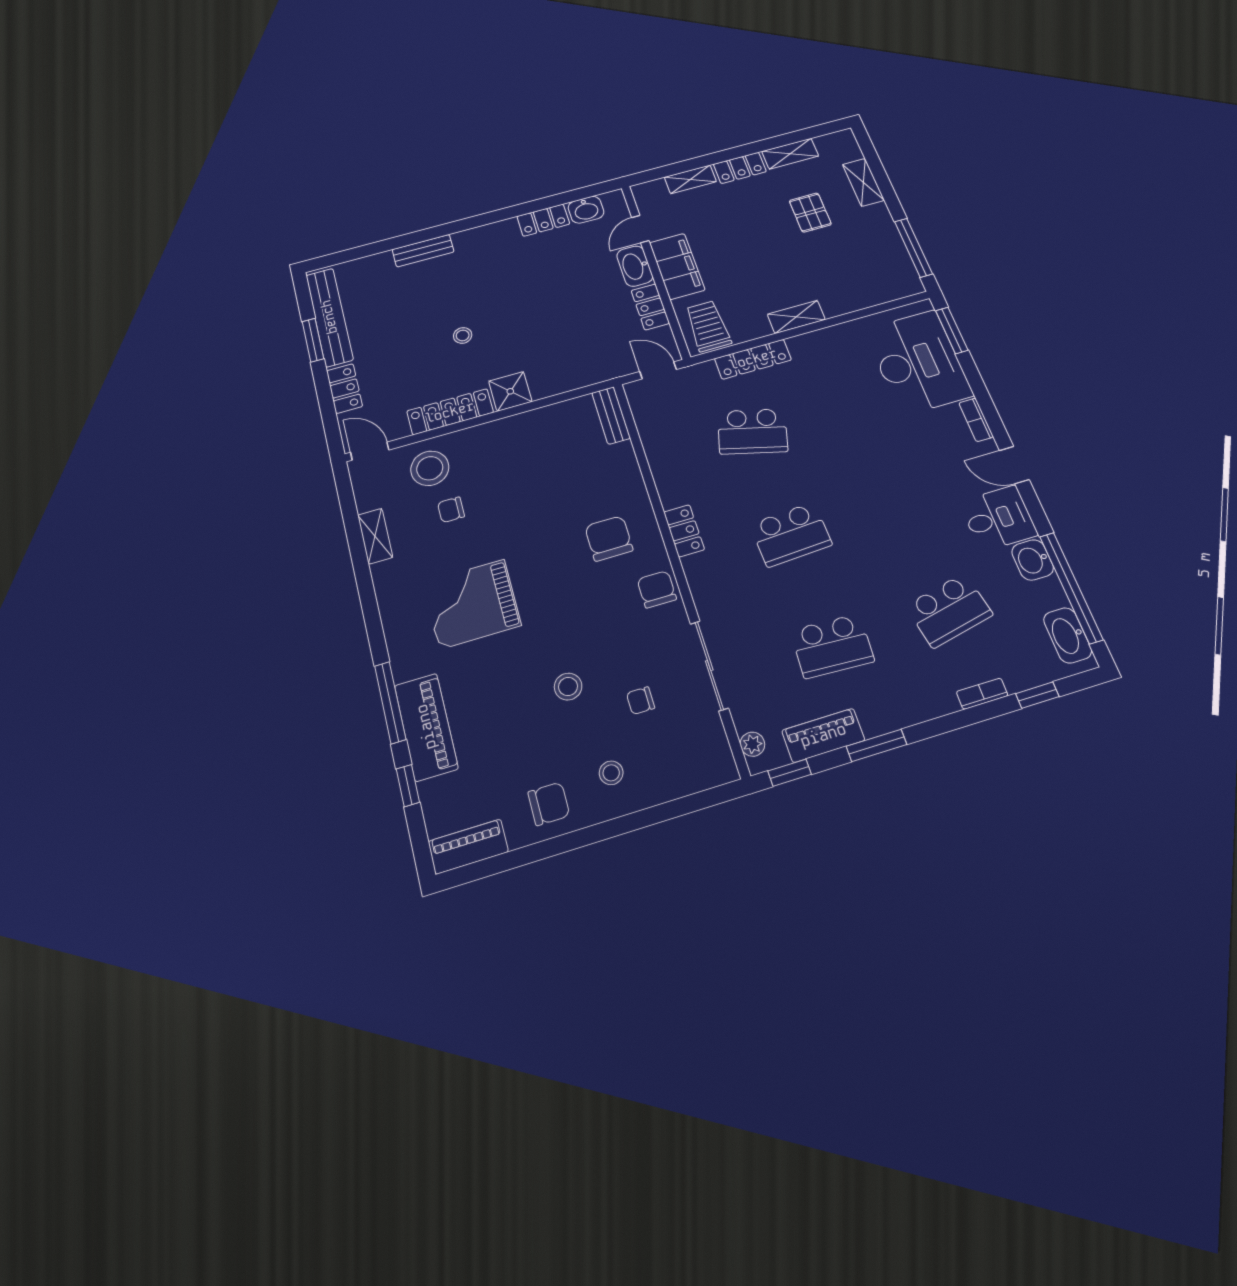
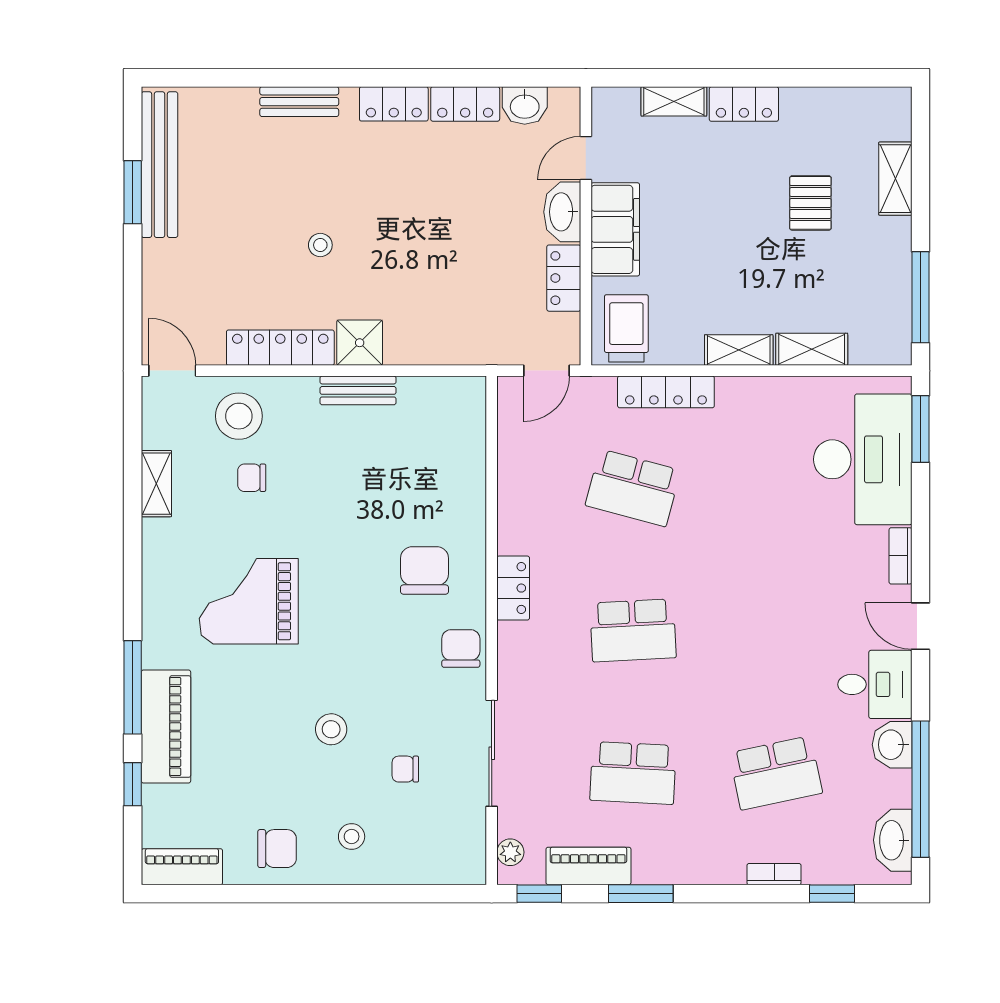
shelving: (790, 154) -> (812, 349), moved
door: (658, 370) -> (546, 371), swing flipped
locker: (344, 389) -> (394, 104), moved, turned 90
bench: (611, 415) -> (358, 390), moved, turned 90

